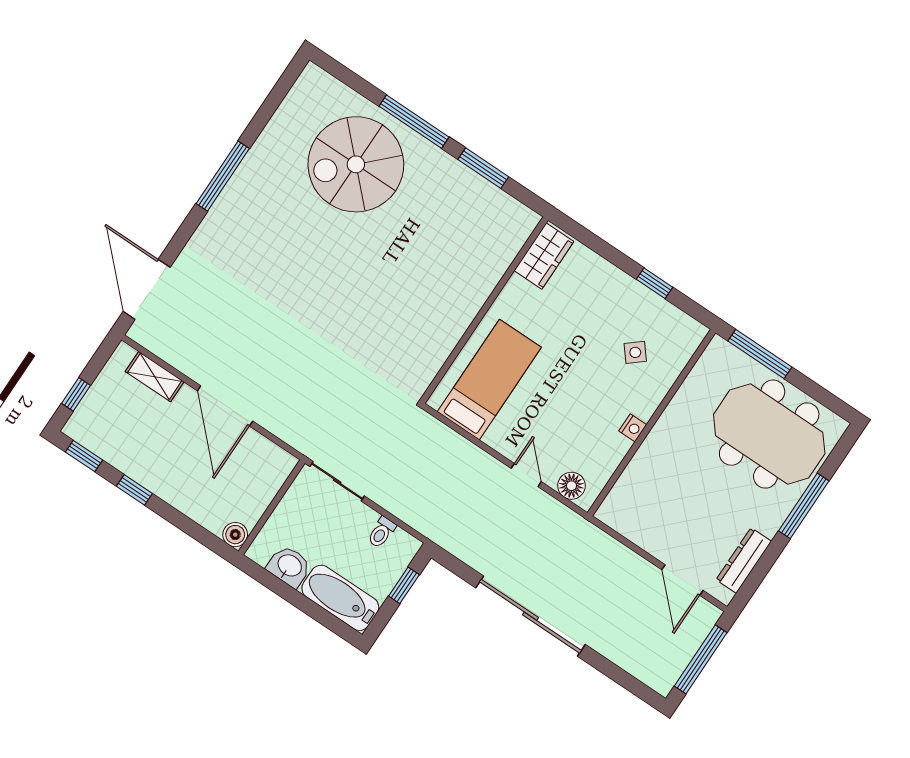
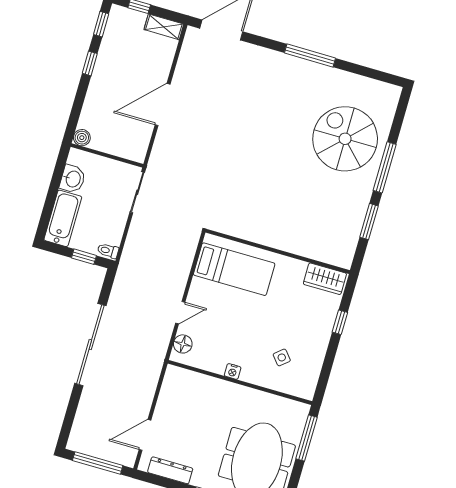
window: (655, 283) -> (340, 322), moved
shelving: (155, 377) -> (164, 27), moved, turned 90
toilet: (382, 532) -> (108, 251), moved

